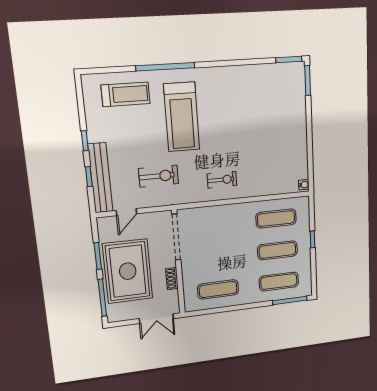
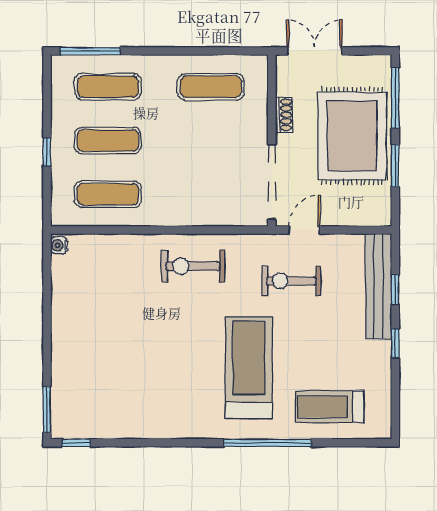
window: (289, 60) -> (76, 443), width x0.67
exercise bike: (222, 180) -> (193, 266), width x1.38, depth x1.39
door: (126, 212) -> (304, 230), moved

